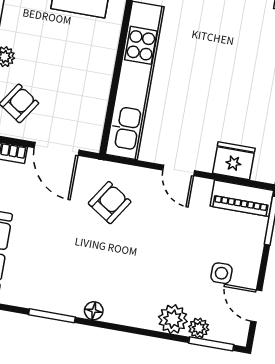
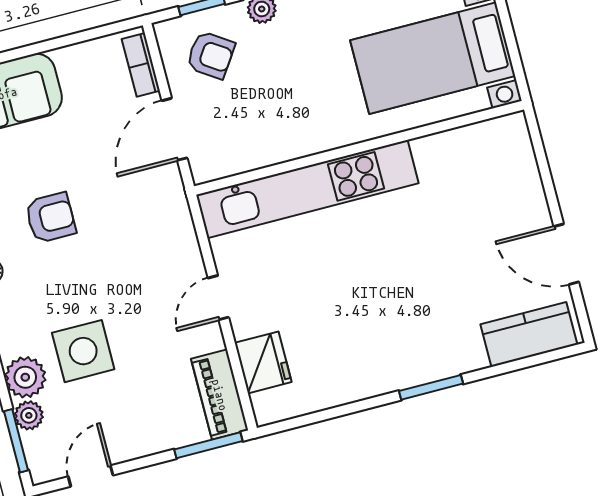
armchair: (110, 203) -> (51, 218), moved, turned -33
side table: (221, 273) -> (83, 351), moved, width x1.87, depth x1.87

